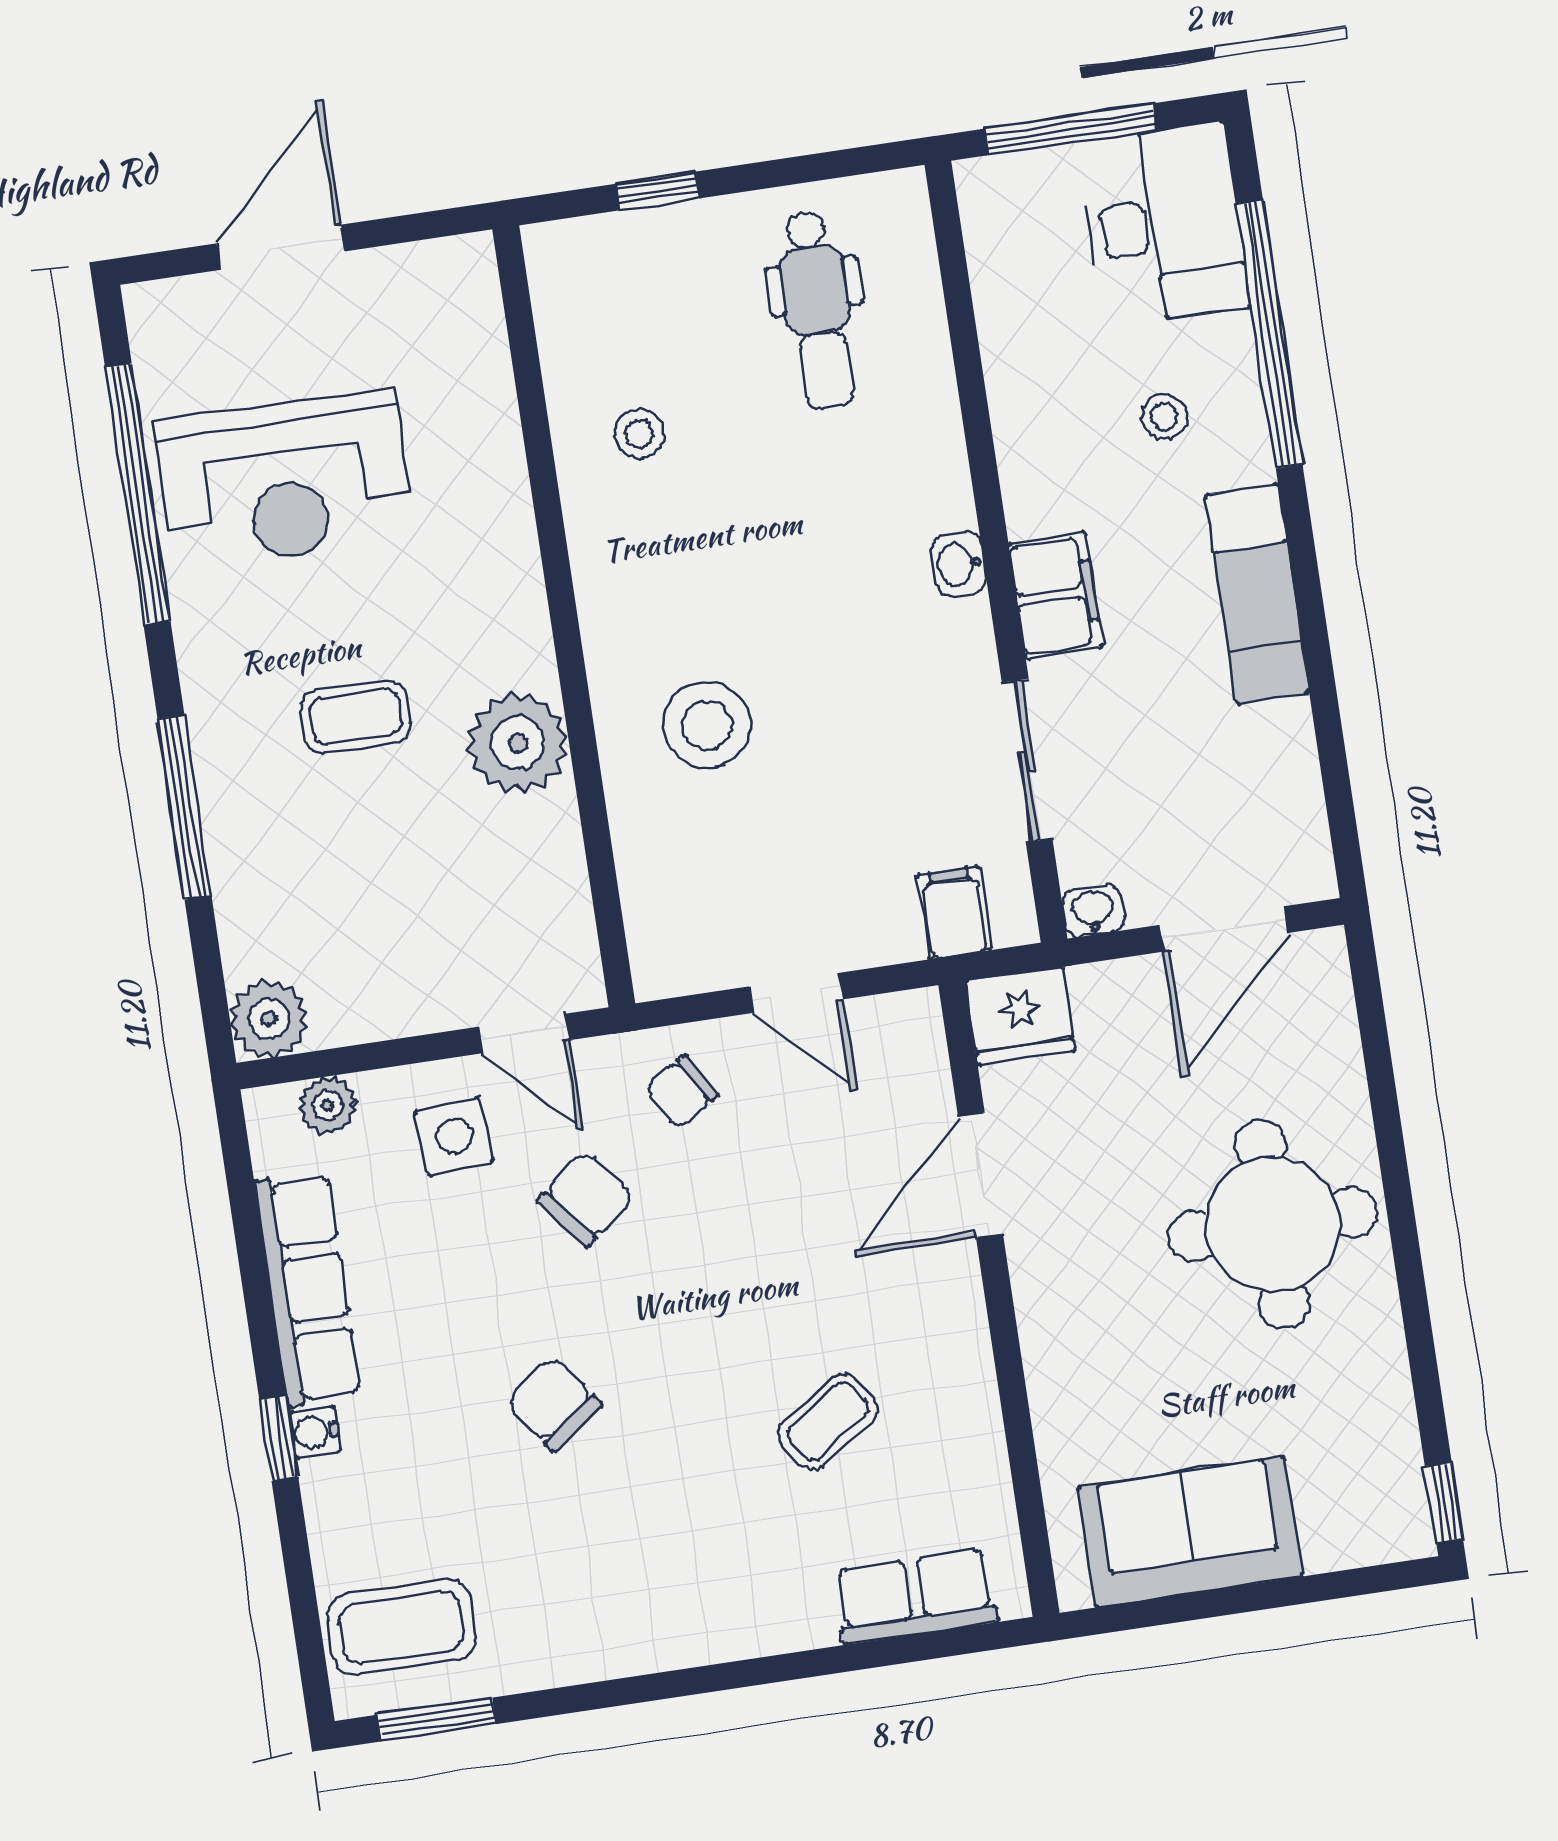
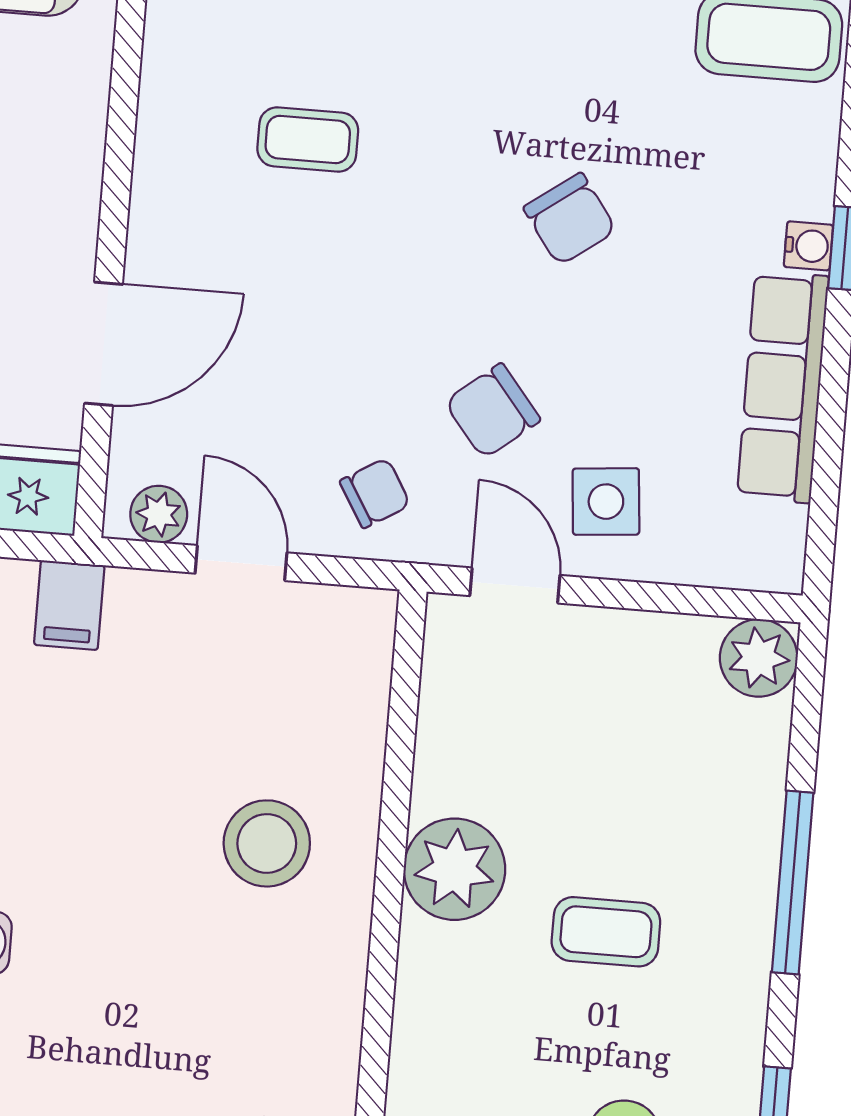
plant: (328, 1105) -> (159, 514), moved
coffee table: (828, 1421) -> (308, 139), turned 34

